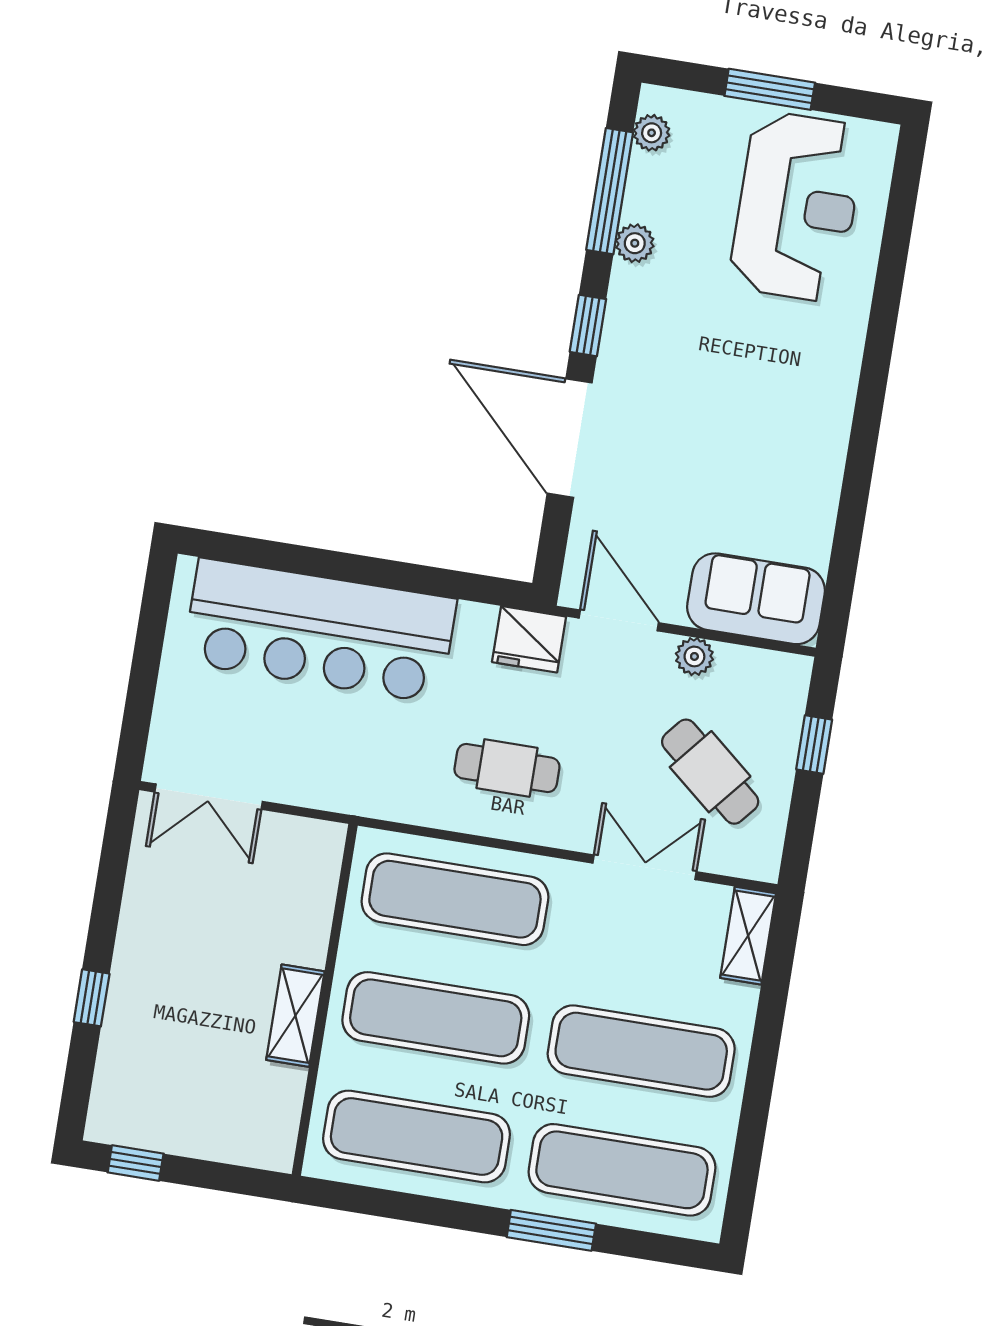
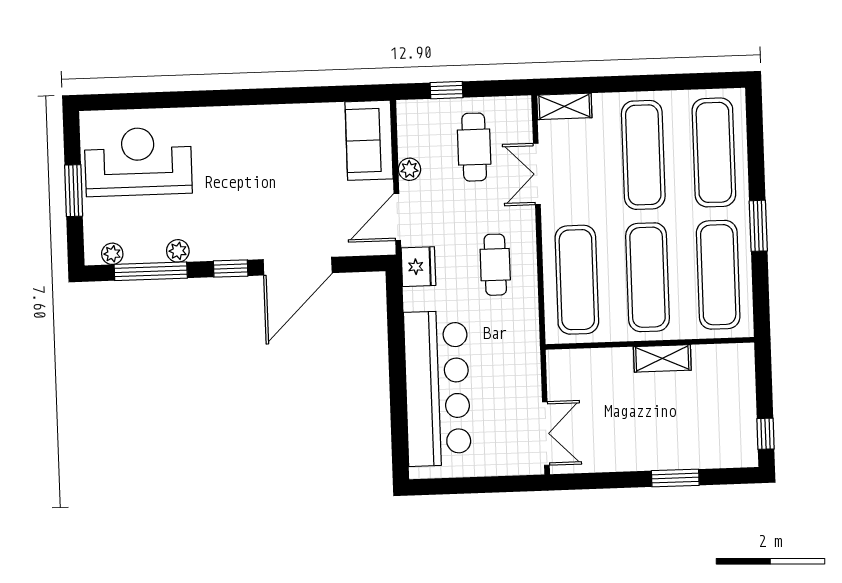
cafe table: (710, 772) -> (474, 147), turned -40
window: (92, 998) -> (675, 478), width x1.50
window: (551, 1230) -> (758, 226), moved

